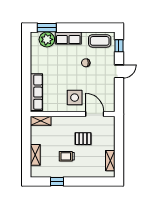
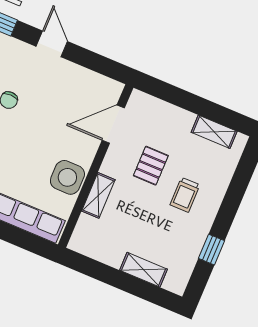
side table: (75, 98) -> (67, 177), moved
shelving: (41, 121) -> (98, 195), moved
trolley: (67, 156) -> (185, 195), moved

